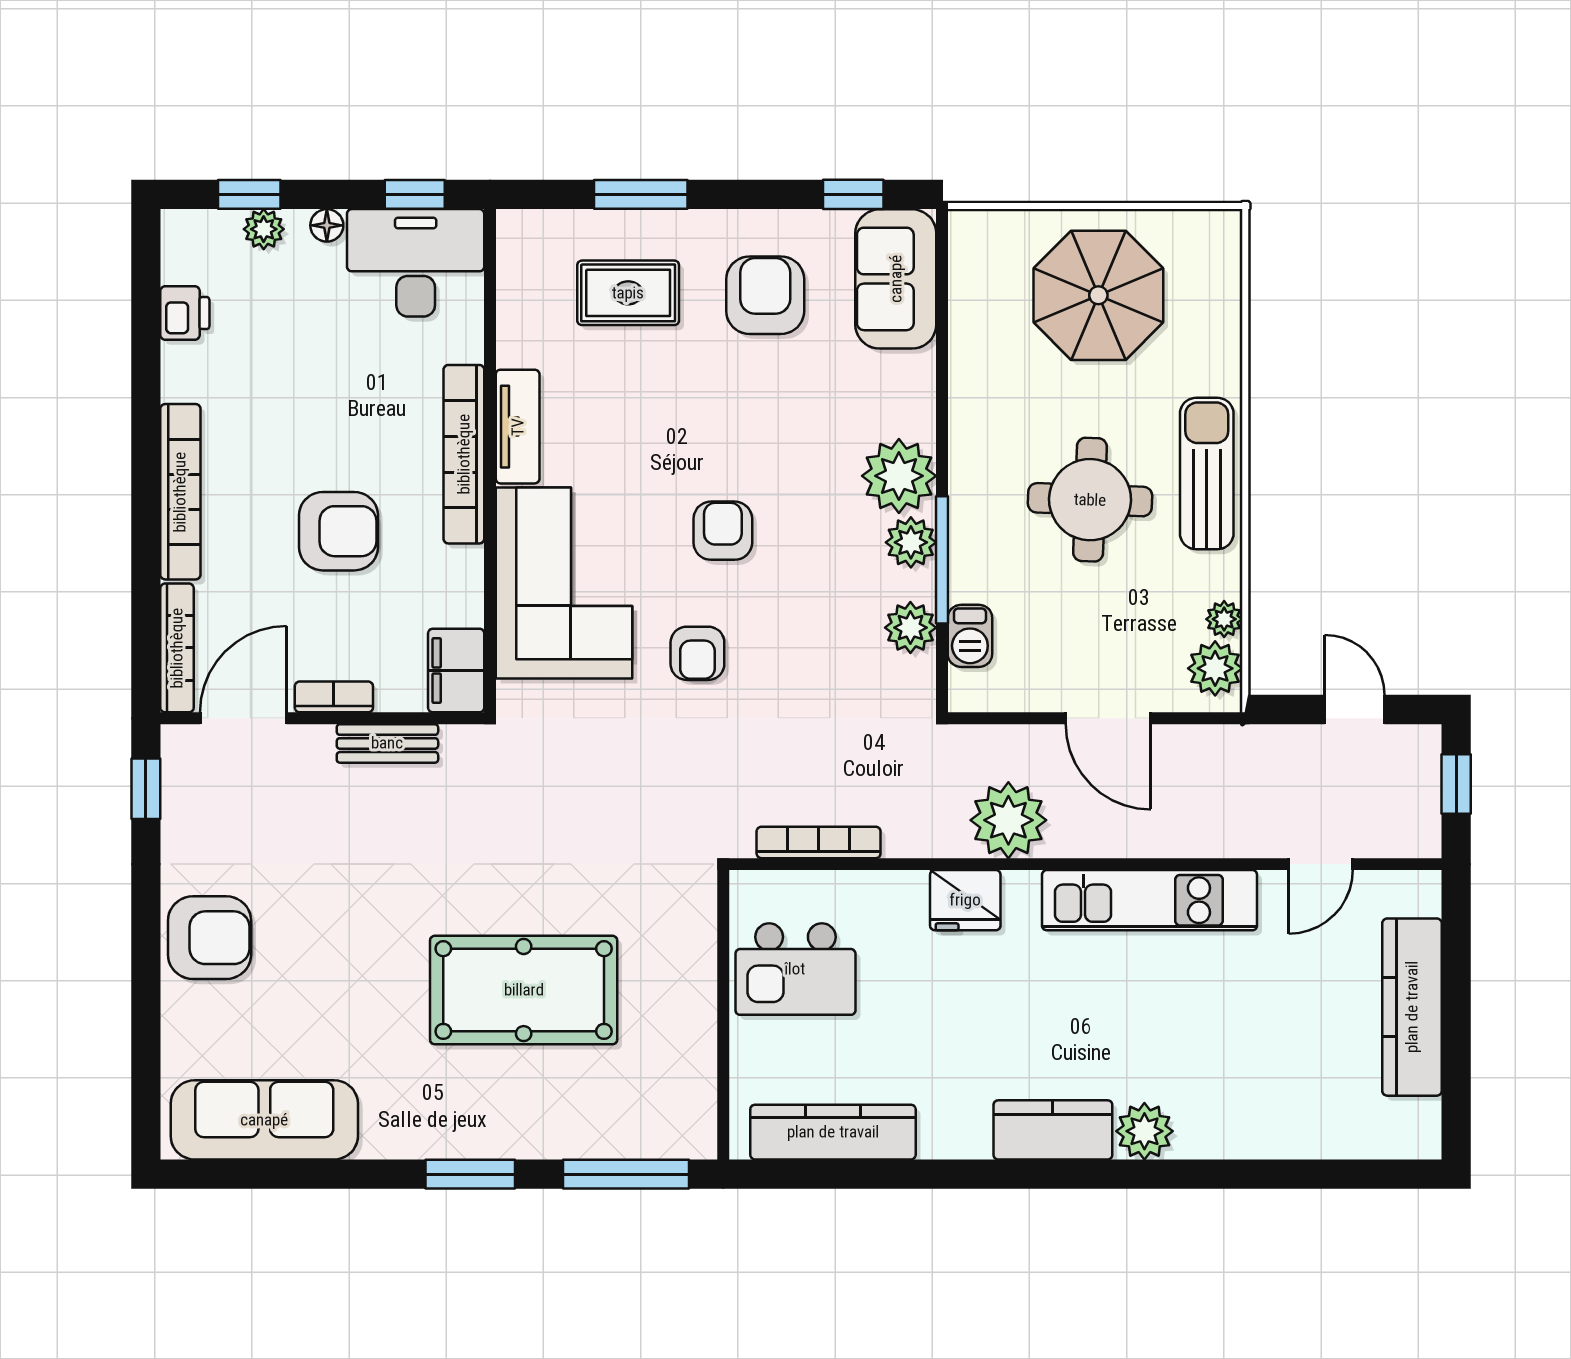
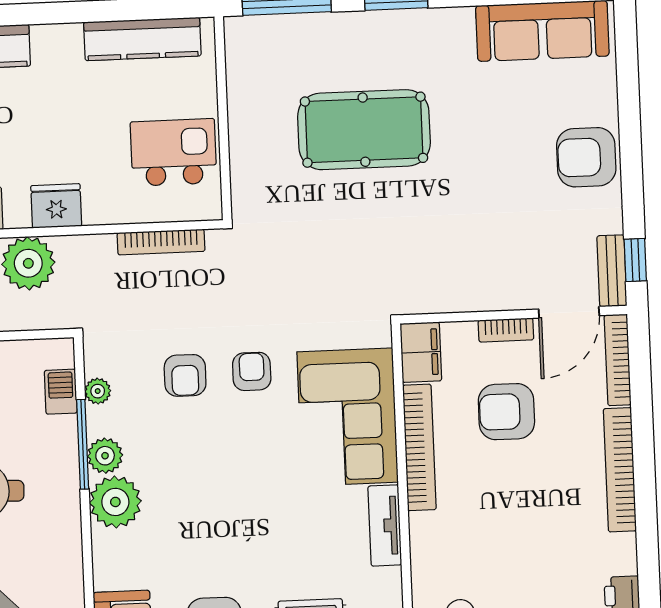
bookcase: (464, 454) -> (419, 447), moved
armchair: (338, 531) -> (506, 412), moved
armchair: (723, 531) -> (185, 375), moved
plant: (910, 628) -> (98, 391), width x0.73, depth x0.73
bench: (387, 743) -> (612, 271), moved, turned 90

